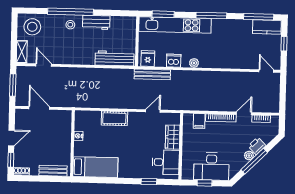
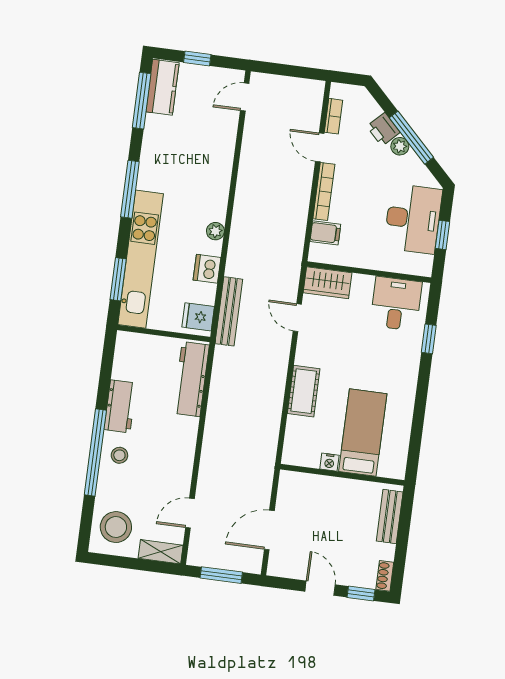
wardrobe: (173, 137) -> (328, 283), moved
bed: (95, 167) -> (363, 433), moved

